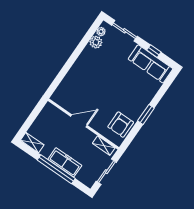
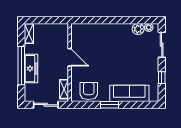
sofa: (151, 64) -> (129, 93), moved, turned 90
armchair: (121, 125) -> (89, 91), turned 90

